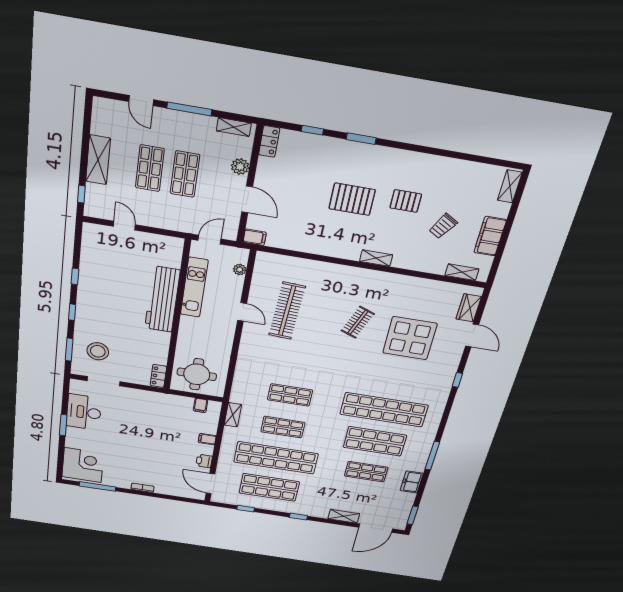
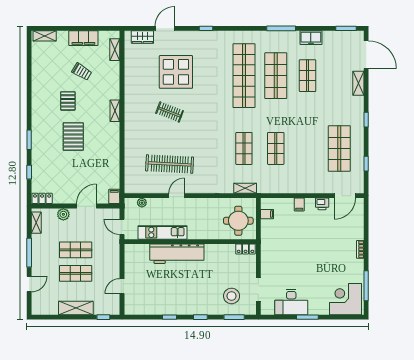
shelving: (233, 415) -> (245, 188), moved
shop shelf: (276, 458) -> (308, 148), removed

